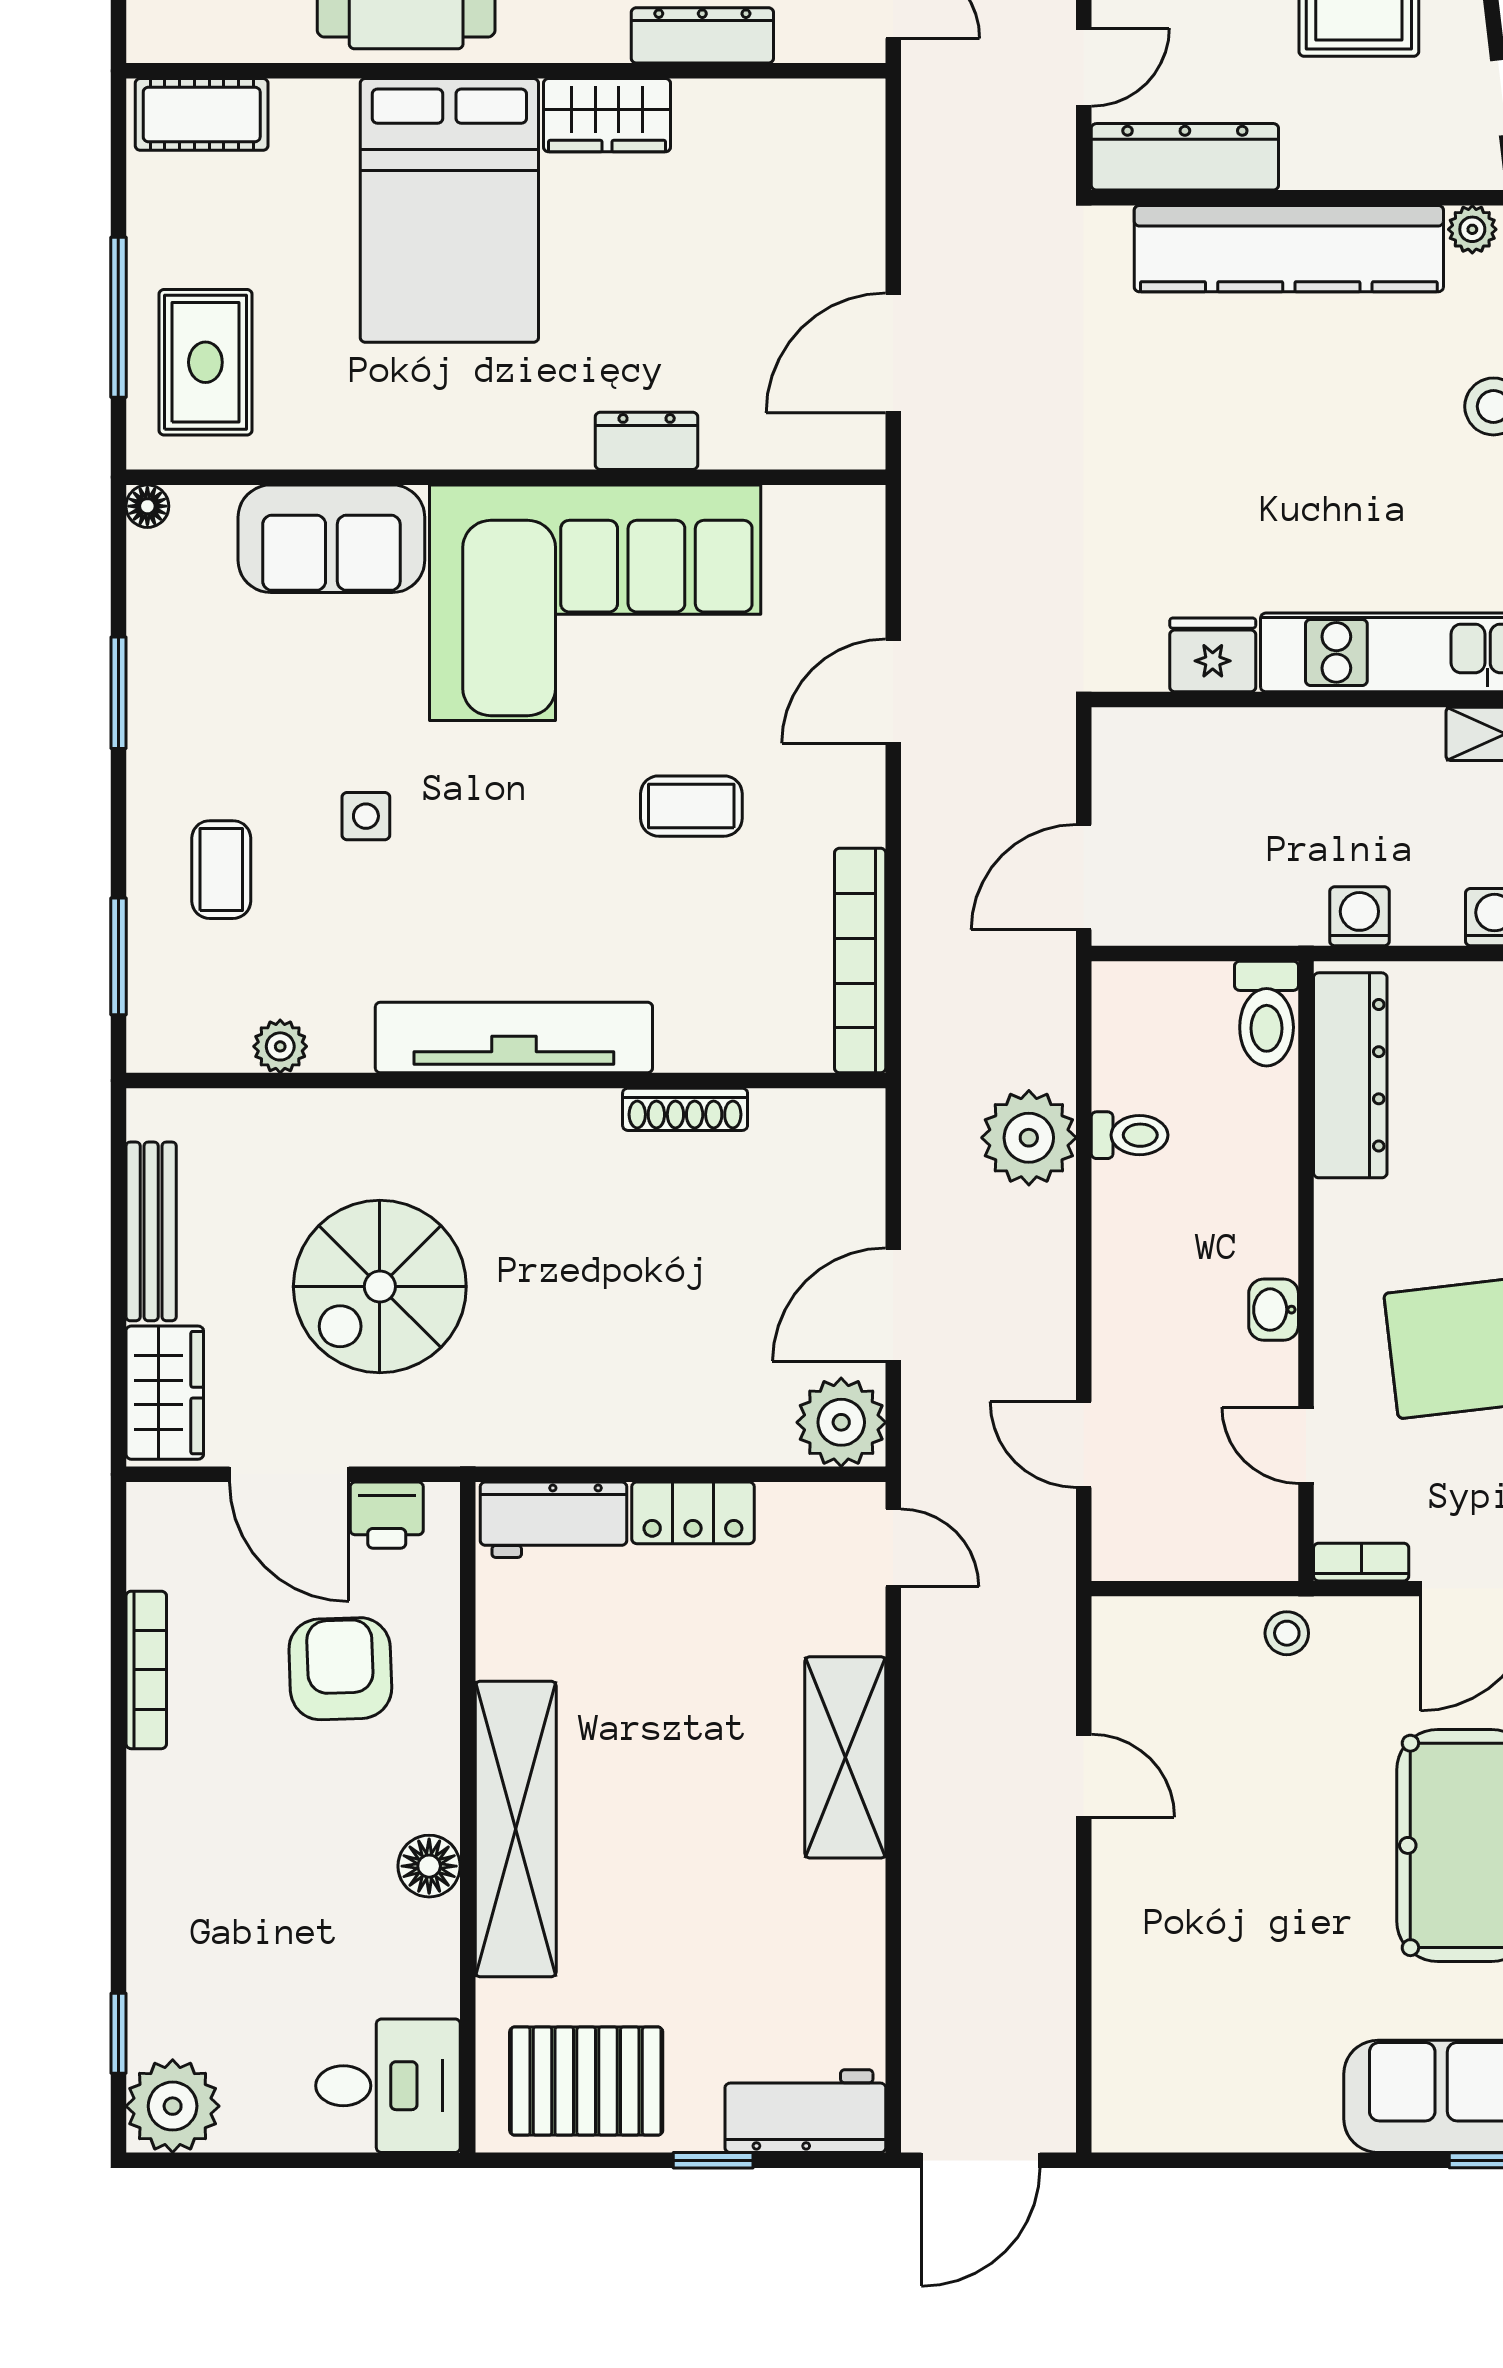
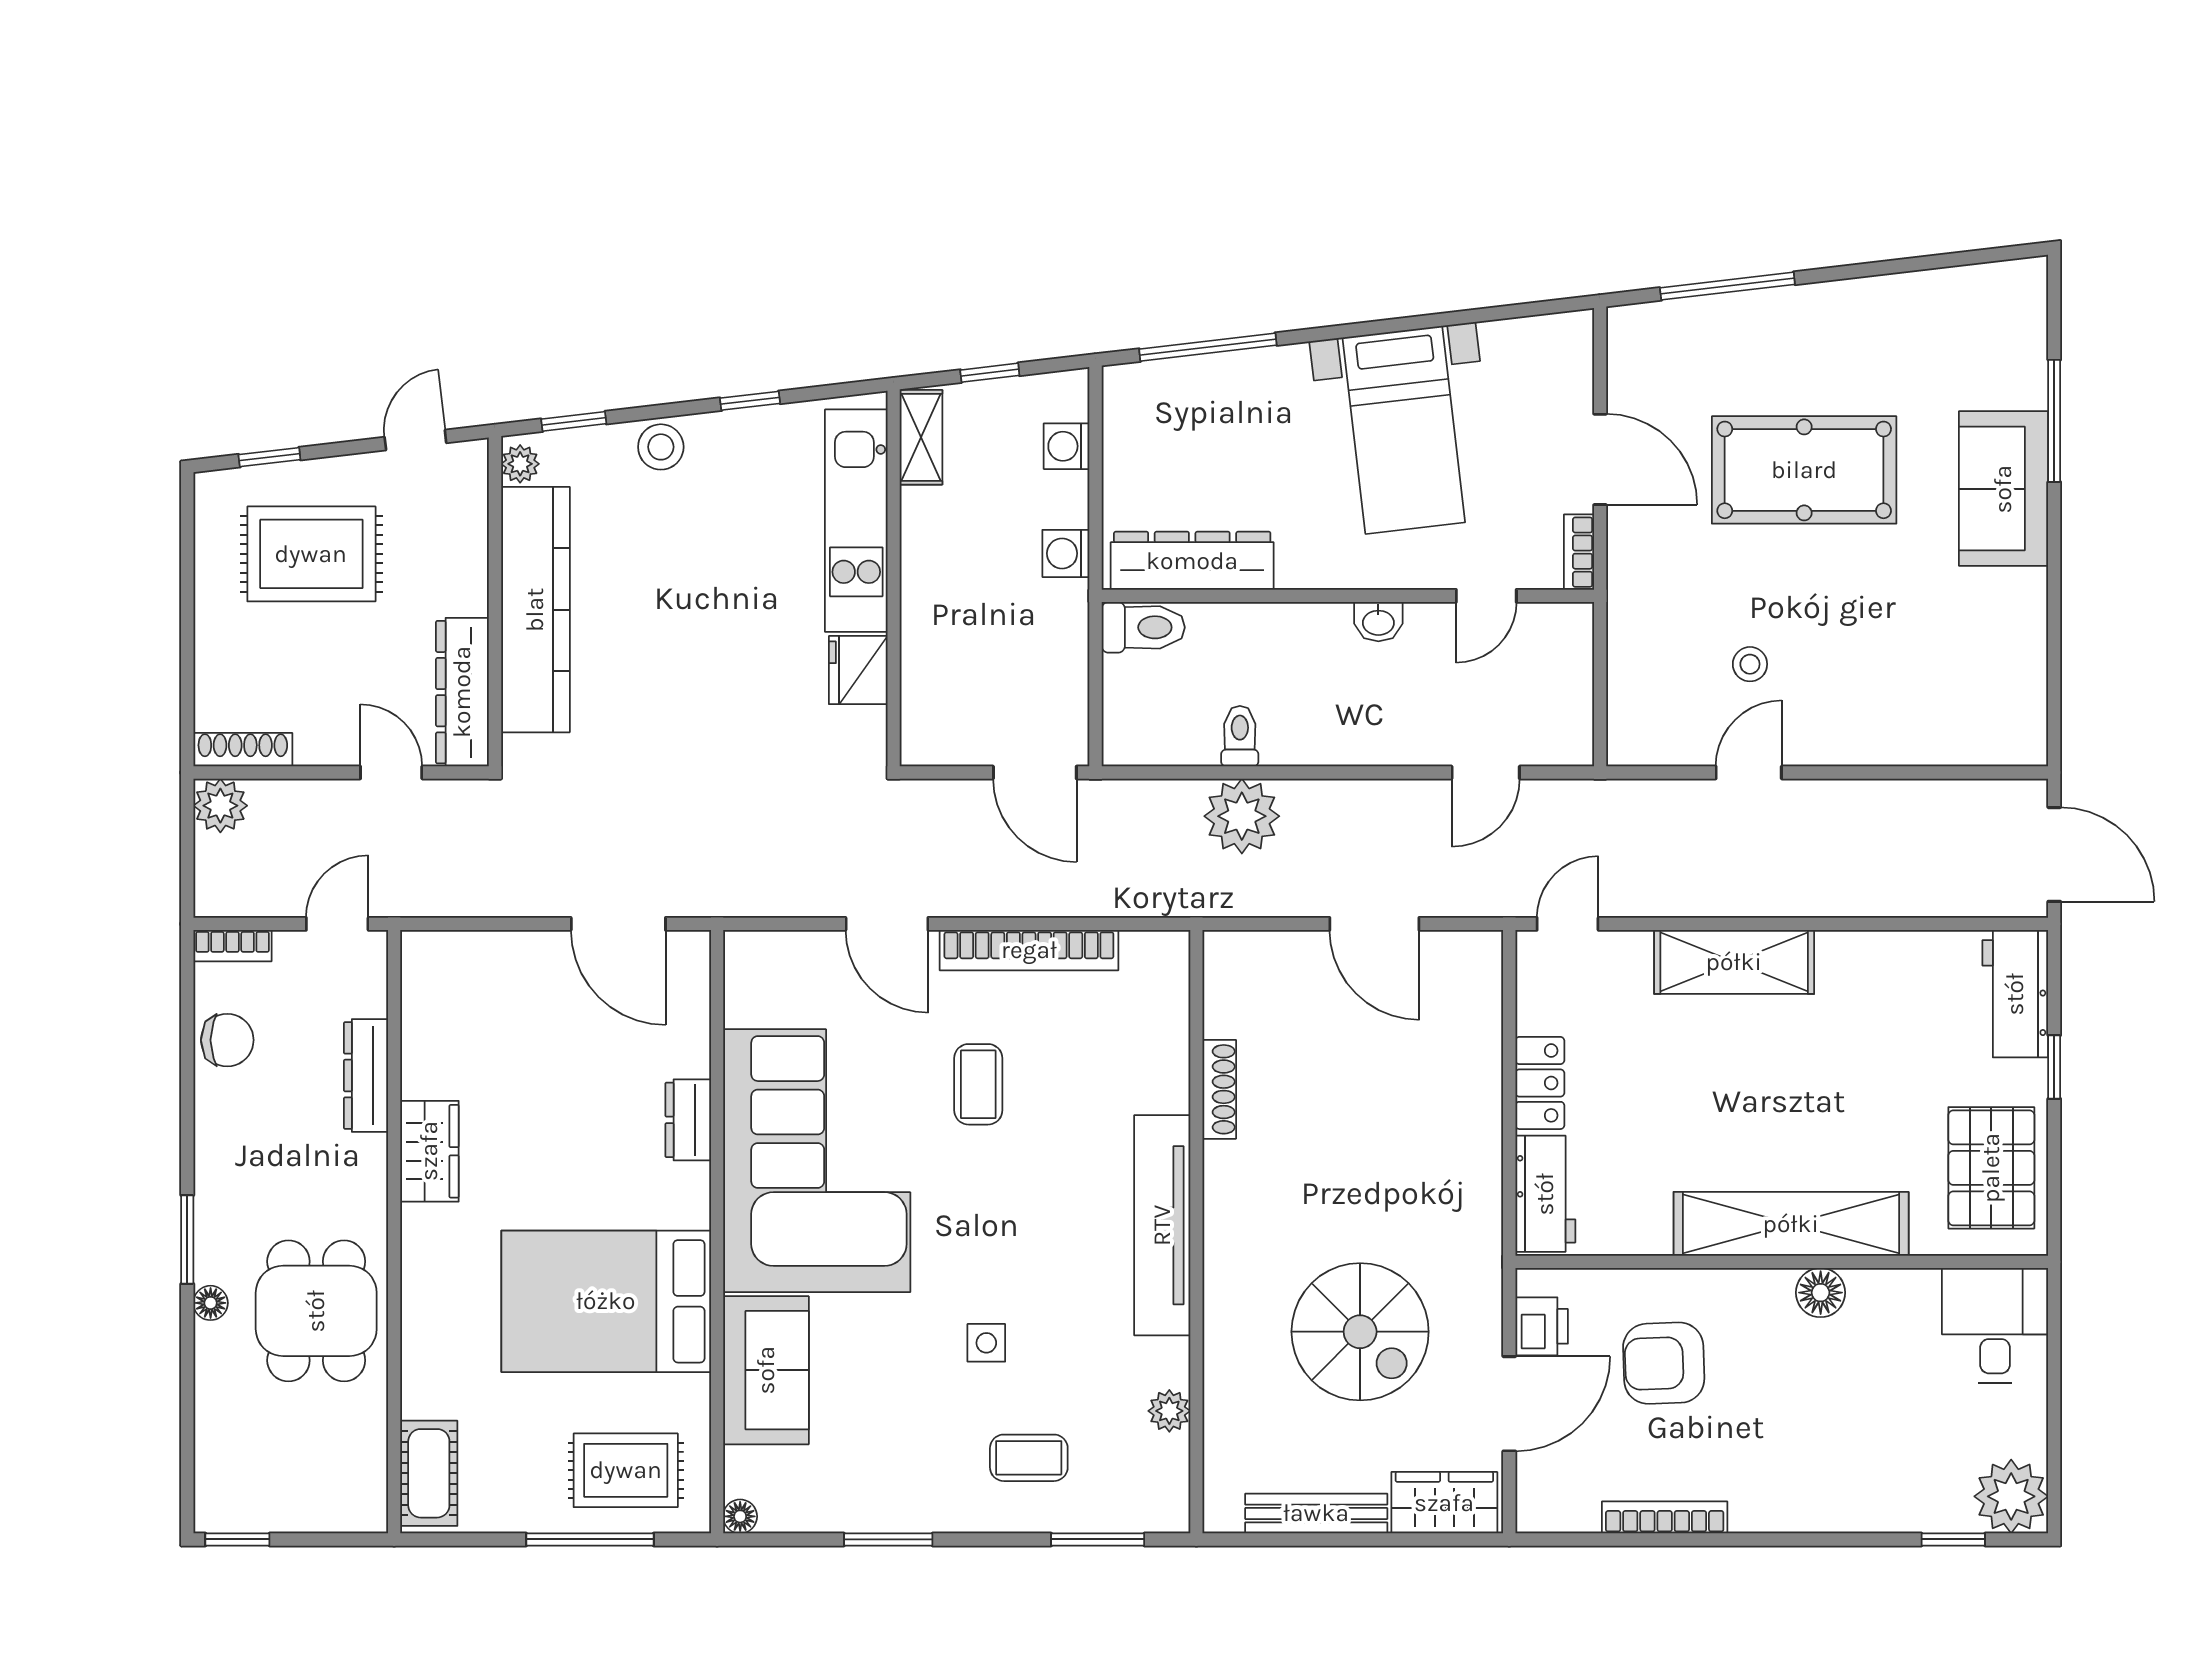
bed: (449, 210) -> (606, 1301), moved, turned 180
bookcase: (860, 961) -> (1029, 950), moved
plant: (841, 1422) -> (1468, 965), removed
stool: (1287, 1633) -> (1750, 664), moved

